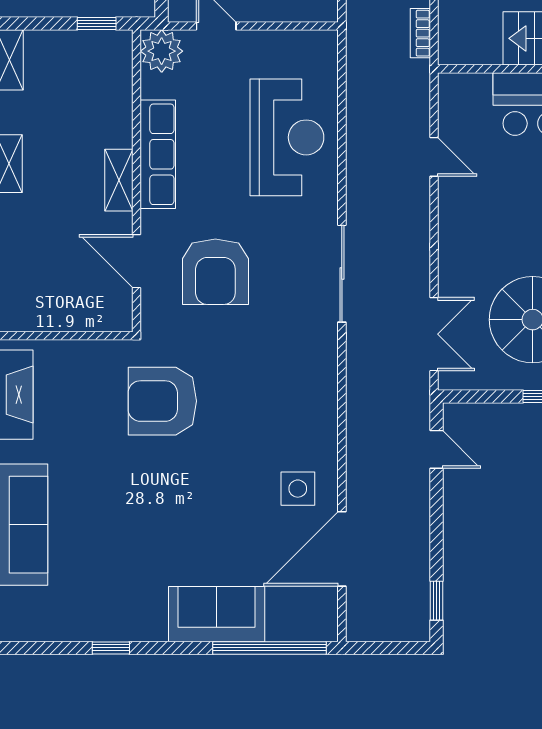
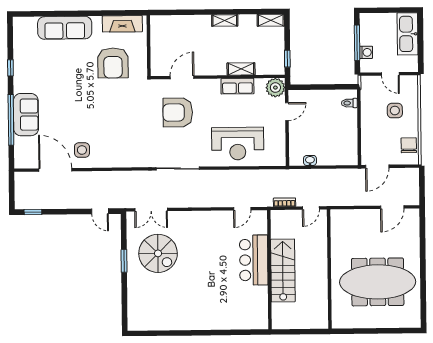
row of seats: (158, 154) -> (237, 86), width x0.68
door: (434, 157) -> (242, 209), moved
shelving: (119, 180) -> (241, 69), moved
armchair: (162, 401) -> (113, 63), moved, turned 180
door: (436, 449) -> (100, 211), hinge flipped
window: (269, 648) -> (11, 120), moved

